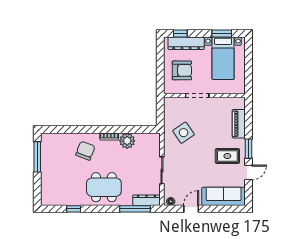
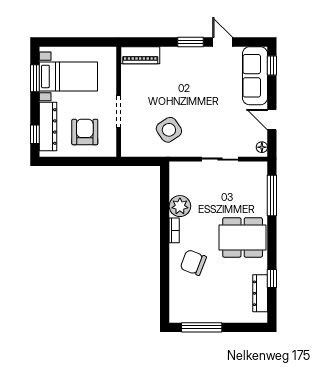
piano: (239, 124) -> (140, 55), moved
rug: (227, 156) -> (200, 71), removed
dining table: (104, 187) -> (243, 237), turned 90
dresser: (147, 200) -> (260, 293), moved
window: (231, 209) -> (272, 65), added

